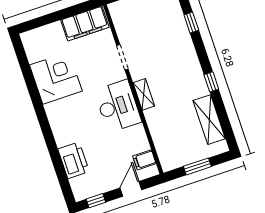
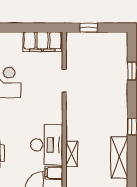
shelving: (144, 94) -> (72, 154), moved
desk: (118, 106) -> (47, 145), moved

